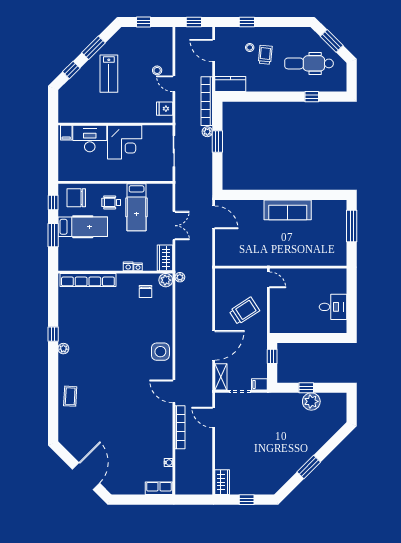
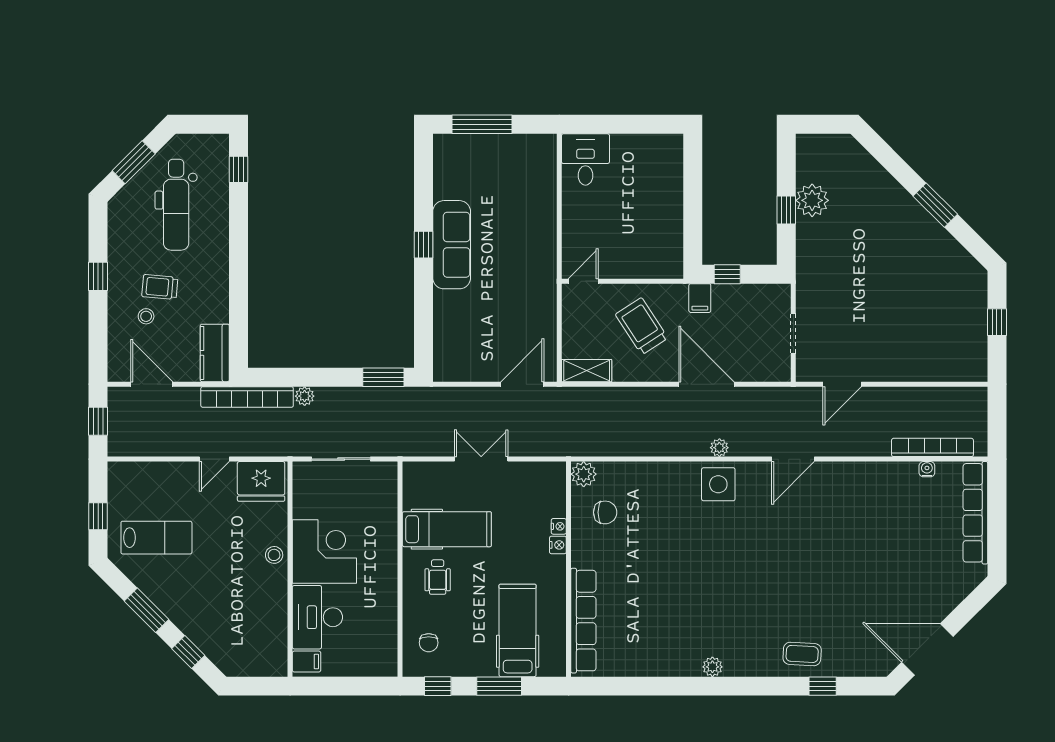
window: (247, 22) -> (98, 276), moved
door: (214, 50) -> (152, 384), swing flipped
stool: (157, 70) -> (274, 555), moved
lab bench: (109, 74) -> (156, 538), moved
window: (312, 97) -> (239, 169), moved
fridge: (165, 109) -> (261, 481), width x1.88, depth x1.34
window: (217, 141) -> (383, 377), moved
window: (288, 195) -> (423, 245), added
chair: (76, 198) -> (429, 643), width x0.54, depth x0.54
door: (214, 217) -> (522, 384), moved
hospital bed: (83, 227) -> (518, 630), moved
wardrobe: (165, 258) -> (542, 476), removed
plant: (180, 277) -> (719, 448), moved
desk: (333, 307) -> (585, 159), moved
window: (53, 334) -> (823, 686), moved
shelving: (221, 377) -> (587, 371), moved
filing cabinet: (259, 384) -> (700, 298), moved
bookcase: (180, 427) -> (932, 447), moved
door: (86, 476) -> (927, 649), moved
wardrobe: (222, 482) -> (964, 368), removed
row of seats: (159, 488) -> (975, 513), width x2.02

